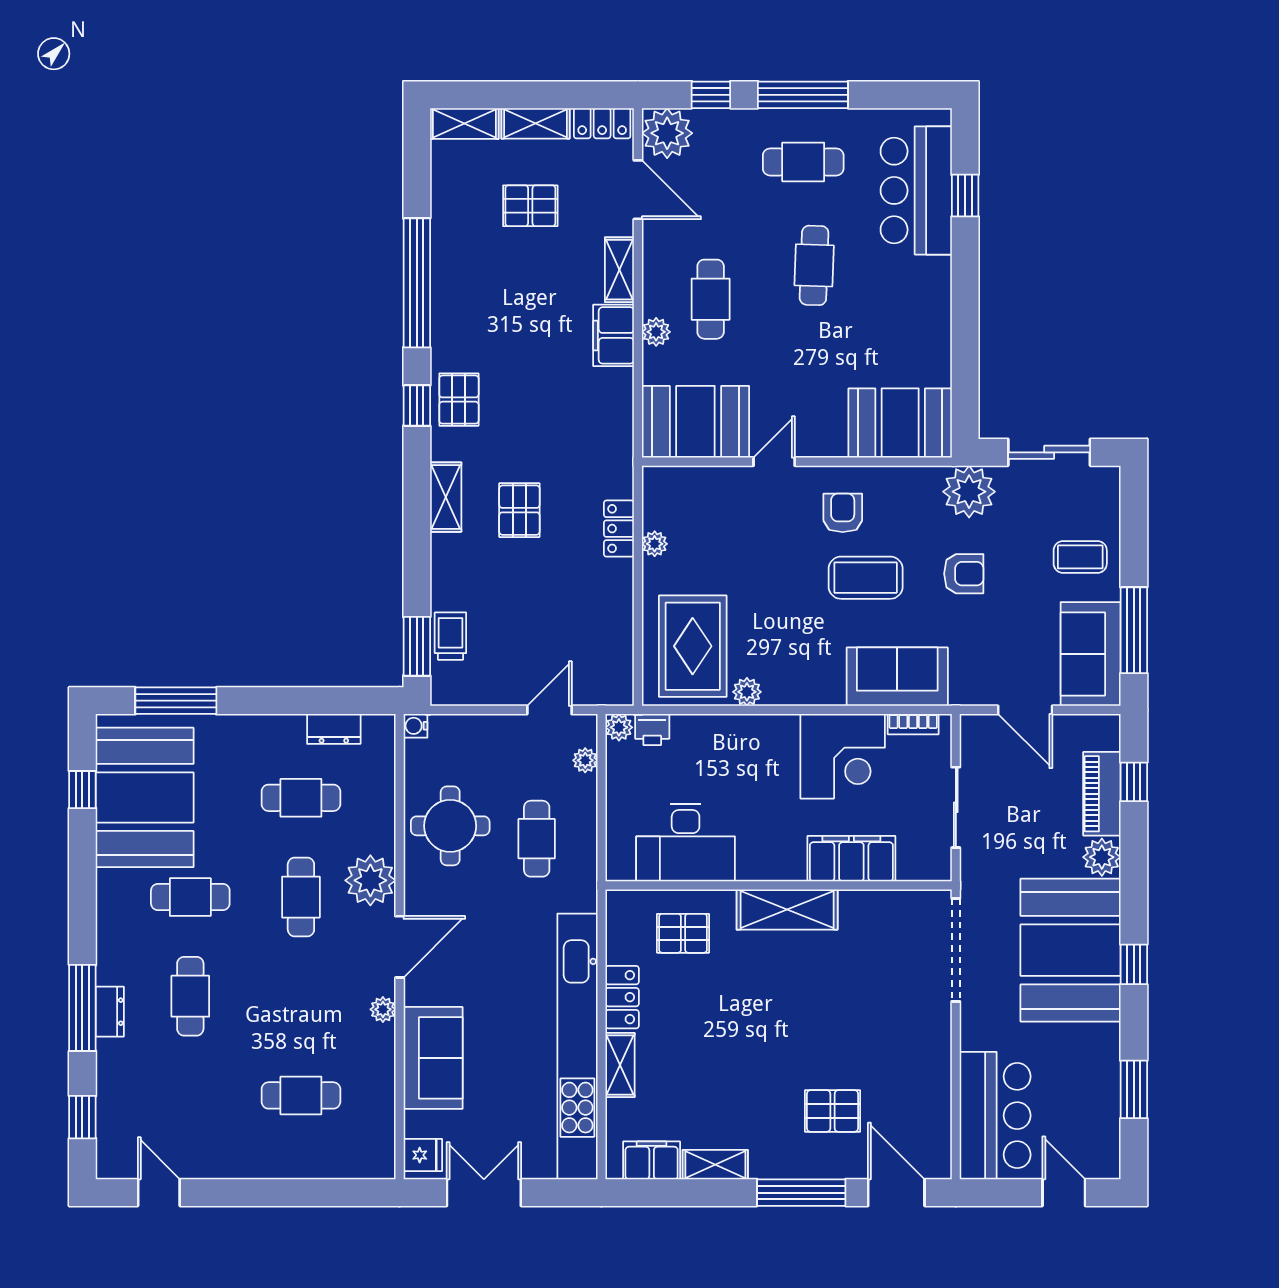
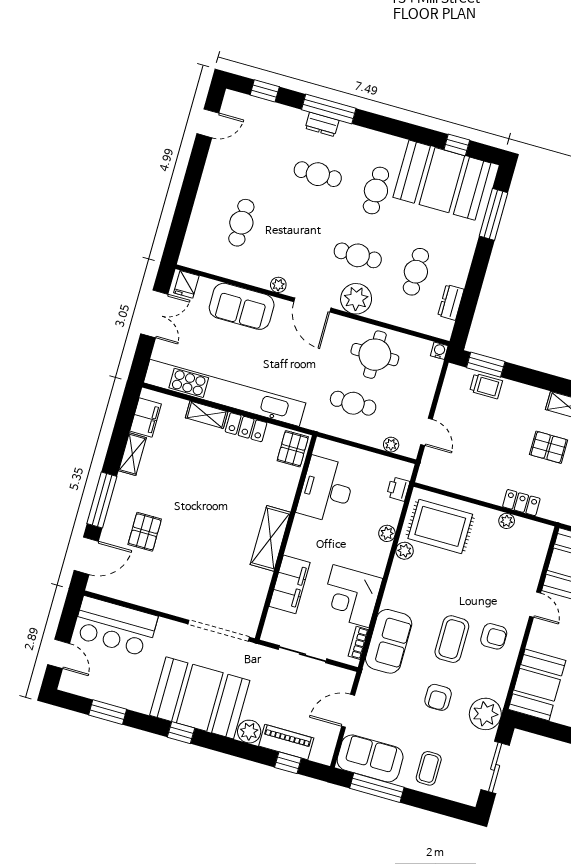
plant: (619, 727) -> (387, 533), moved
pallet: (683, 933) -> (293, 449), moved
door: (1064, 1193) -> (59, 654), hinge flipped

